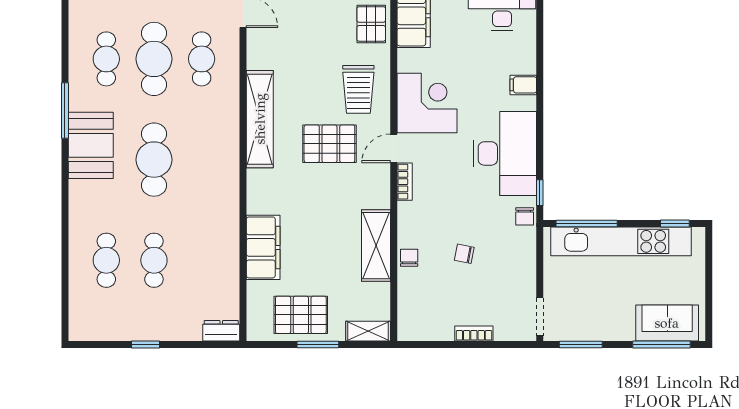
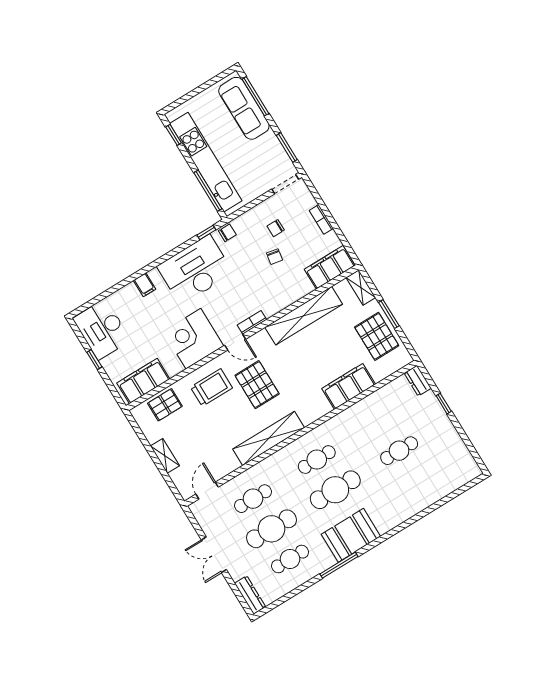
shelving: (376, 246) -> (304, 316), width x1.47
chair: (409, 258) -> (276, 228), moved
cafe table: (106, 260) -> (317, 460), moved
filing cabinet: (413, 309) -> (330, 267), added
sofa: (667, 323) -> (244, 108), width x1.36
window: (145, 345) -> (444, 404), moved

